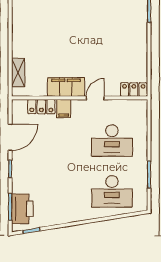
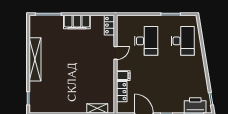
filing cabinet: (66, 87) -> (77, 22), moved, turned -90
door: (95, 98) -> (116, 53), swing flipped

